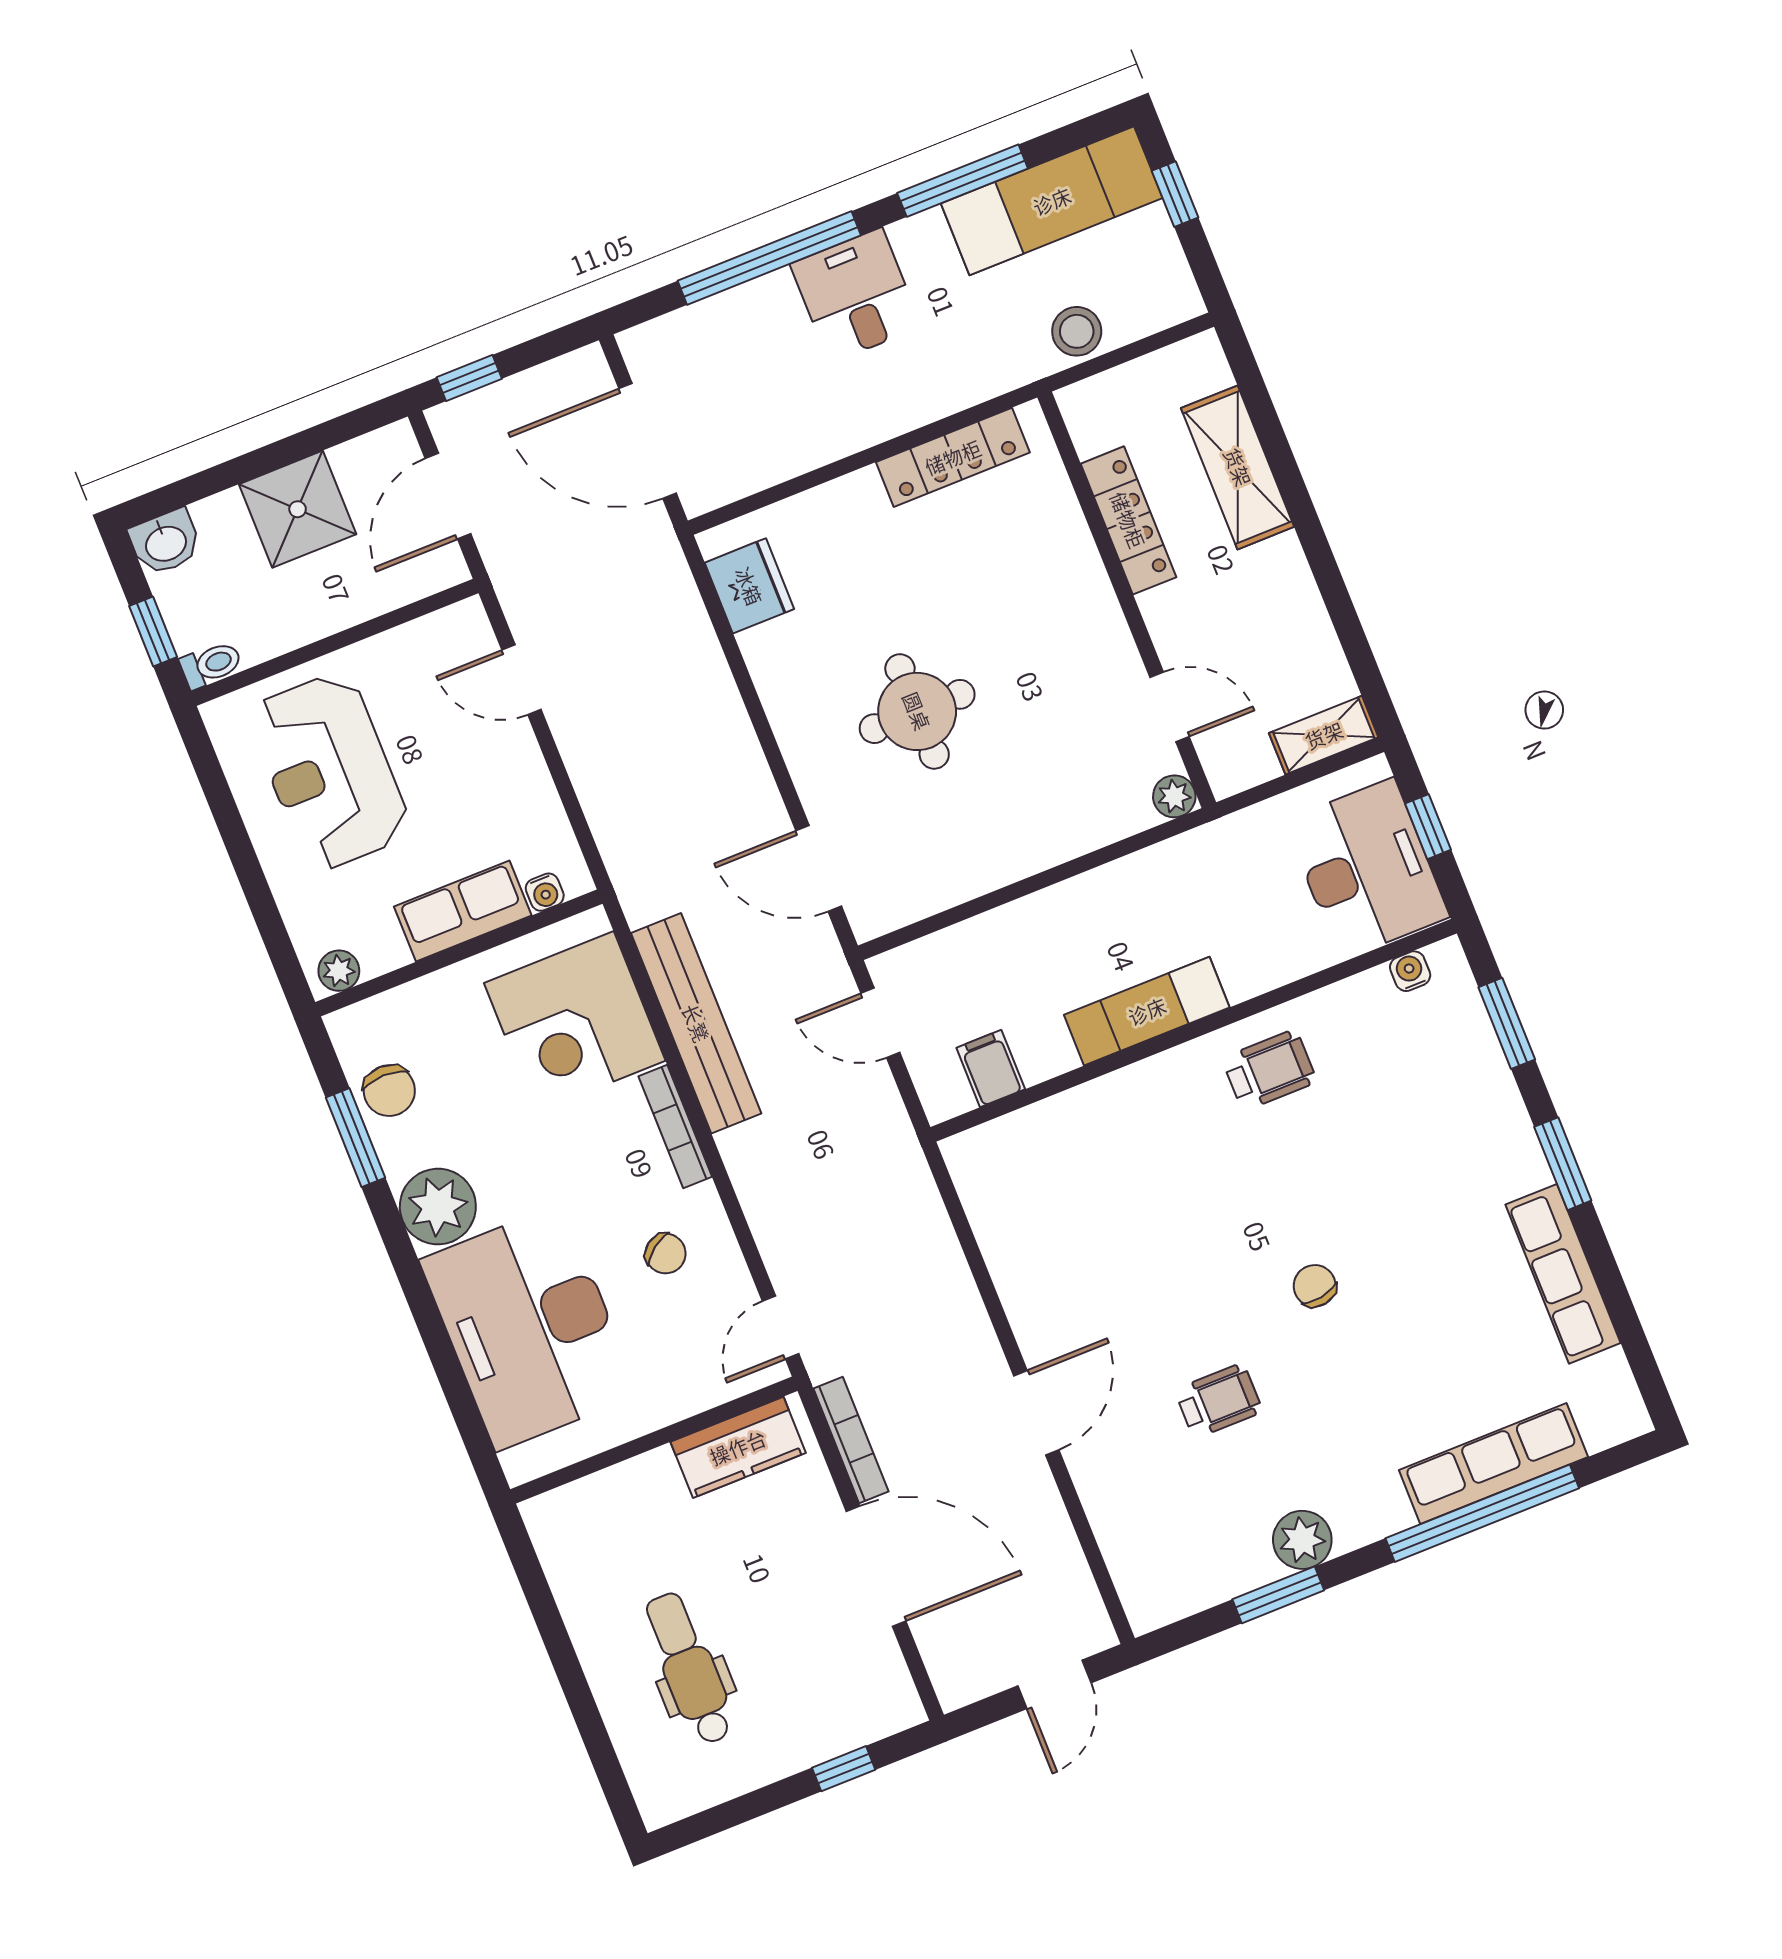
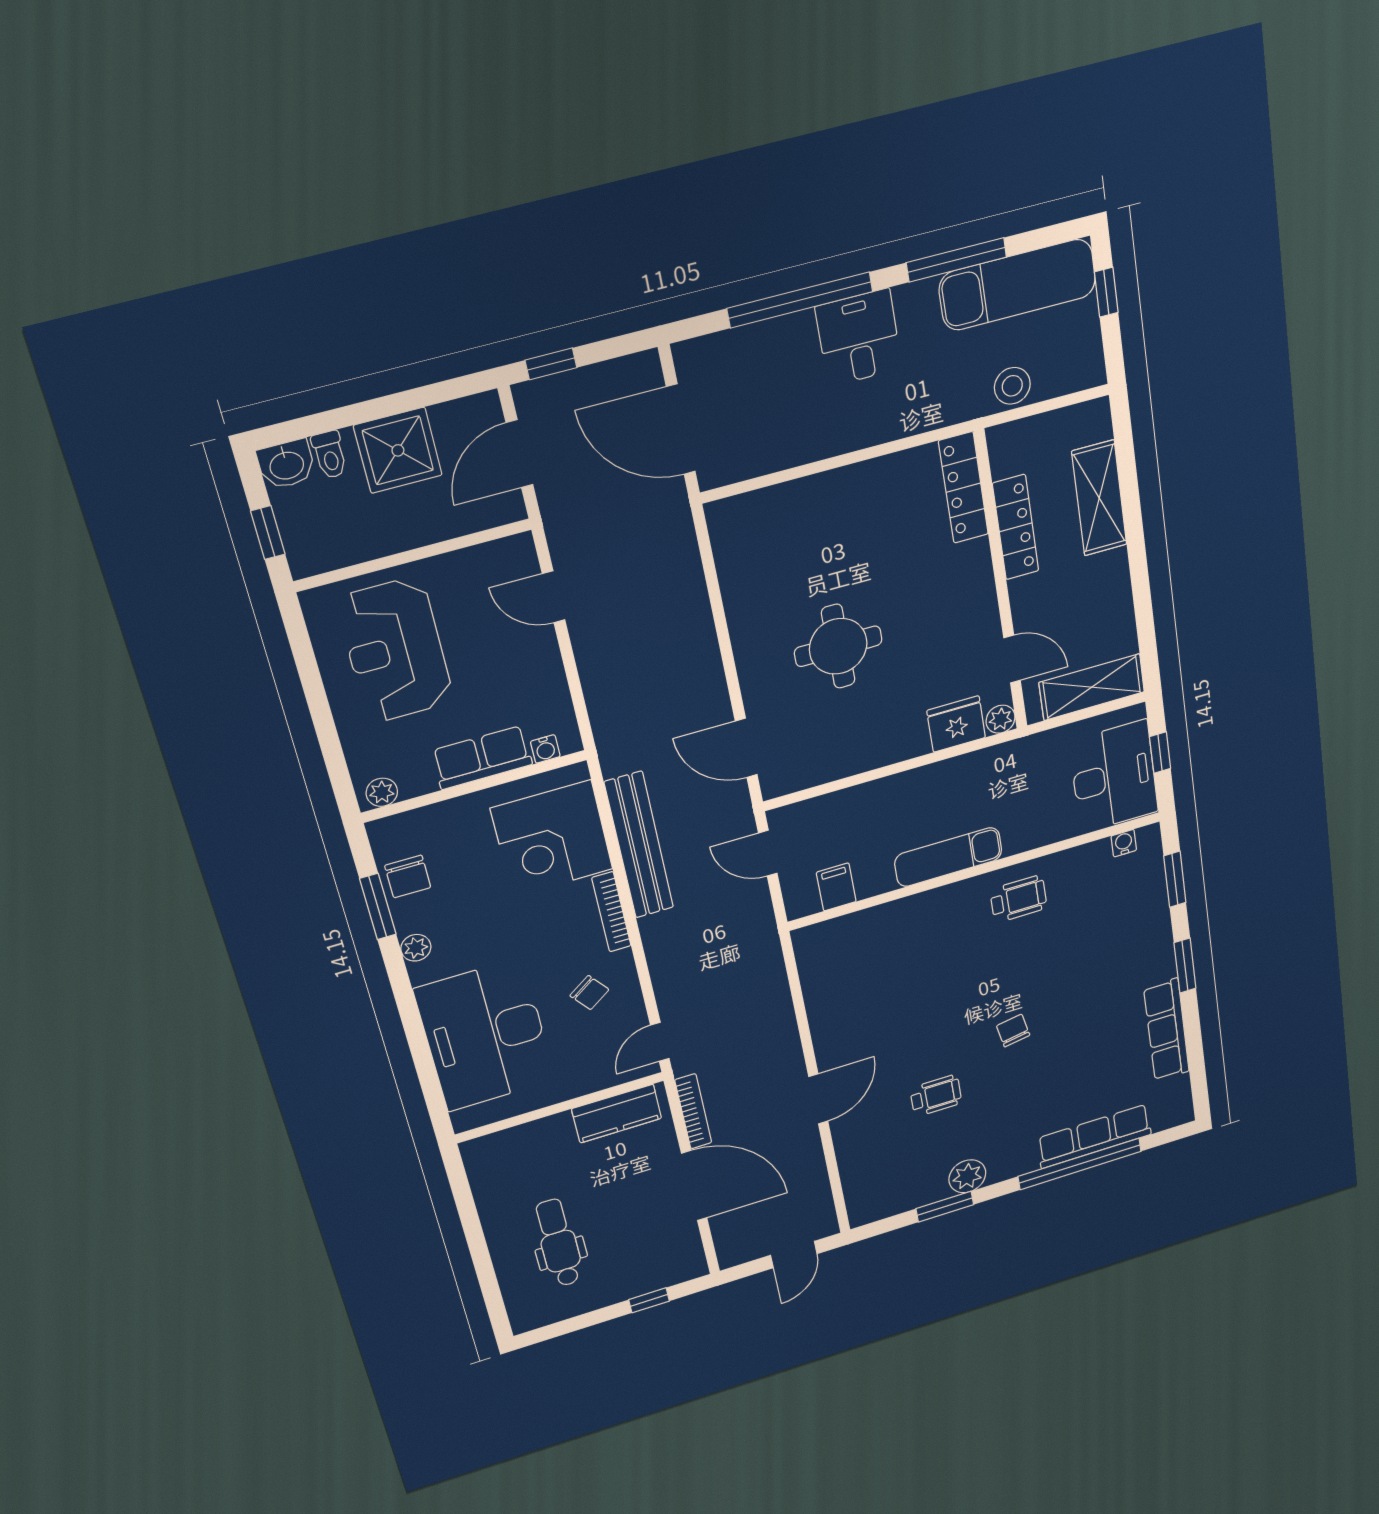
locker: (953, 457) -> (963, 488), moved, turned 90
fridge: (749, 586) -> (956, 724), moved, turned -90
toilet: (211, 665) -> (330, 455), moved, turned 90
shelving: (1324, 735) -> (1092, 687), width x1.50, depth x1.33
plant: (438, 1207) -> (416, 948), width x0.53, depth x0.53

